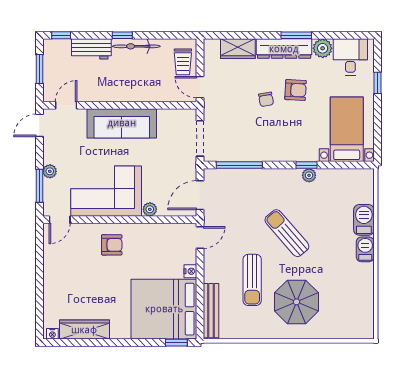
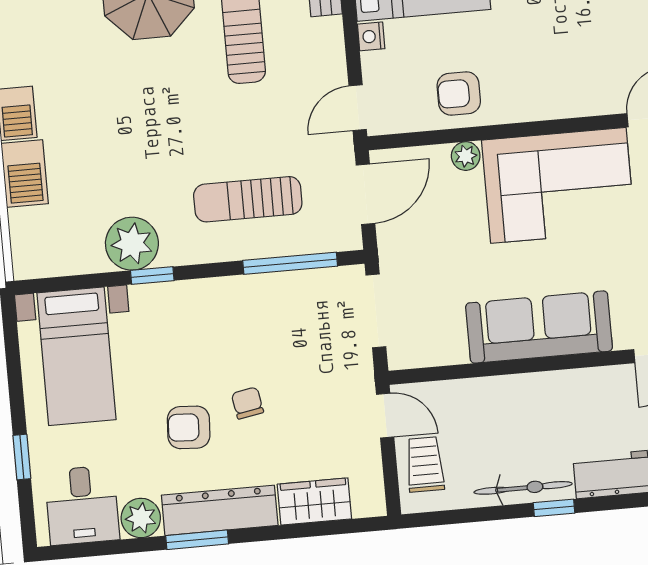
plant: (309, 175) -> (132, 244), width x1.88, depth x1.88
sun lounger: (287, 233) -> (248, 199), moved, turned 131
armchair: (112, 245) -> (459, 93), moved

